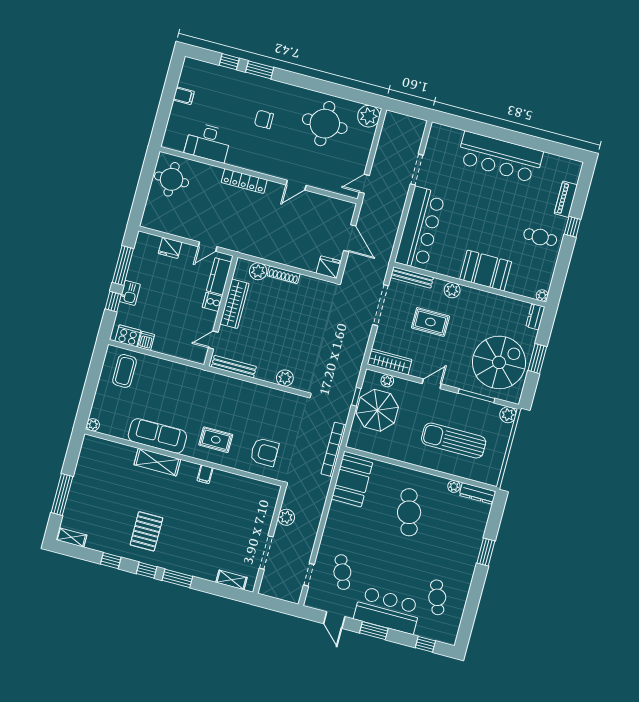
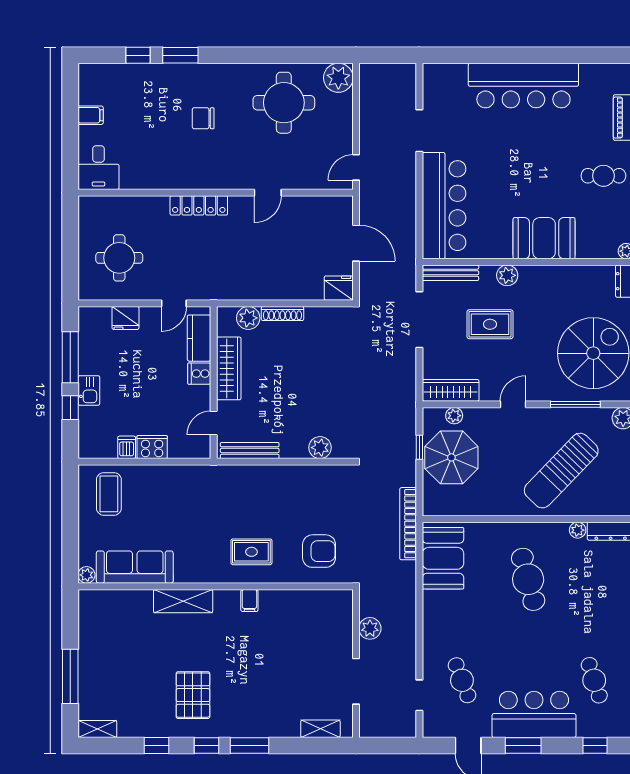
desk: (208, 142) -> (99, 168), moved, width x0.73
round table: (172, 179) -> (119, 258), moved
cooker: (128, 336) -> (152, 447), moved
sofa: (157, 436) -> (135, 567), moved
sun lounger: (454, 441) -> (561, 471), turned -46

